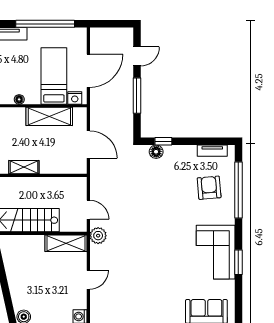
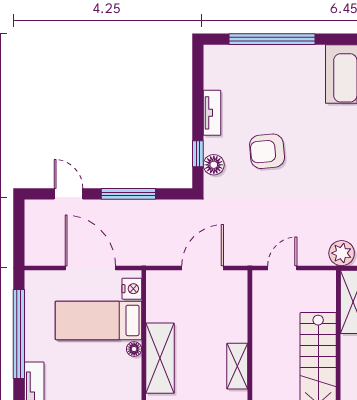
floor lamp: (19, 99) -> (134, 349), moved
shelving: (49, 116) -> (160, 358), moved
tv unit: (212, 151) -> (212, 113), moved
armchair: (209, 188) -> (267, 151), moved
door: (88, 210) -> (282, 268), moved

